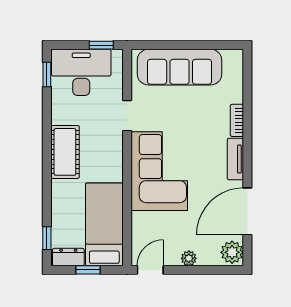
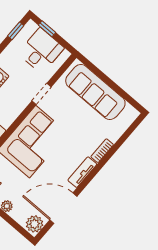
window: (101, 45) -> (47, 29), moved
desk: (81, 72) -> (41, 51), width x0.73

